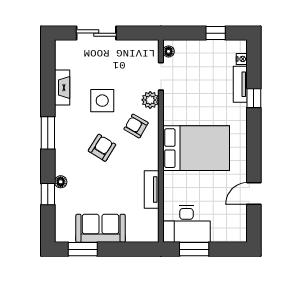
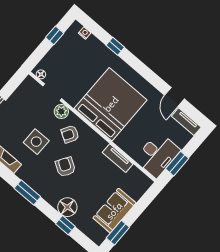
tv unit: (240, 84) -> (186, 122), moved
bed: (196, 148) -> (111, 104), width x1.36
floor lamp: (61, 182) -> (67, 207), width x1.89, depth x1.89

